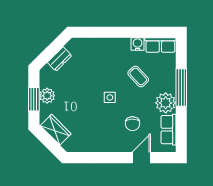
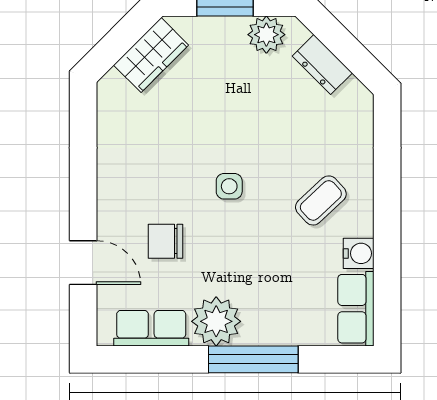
coffee table: (138, 76) -> (321, 200), moved
plant: (47, 96) -> (266, 35), moved

